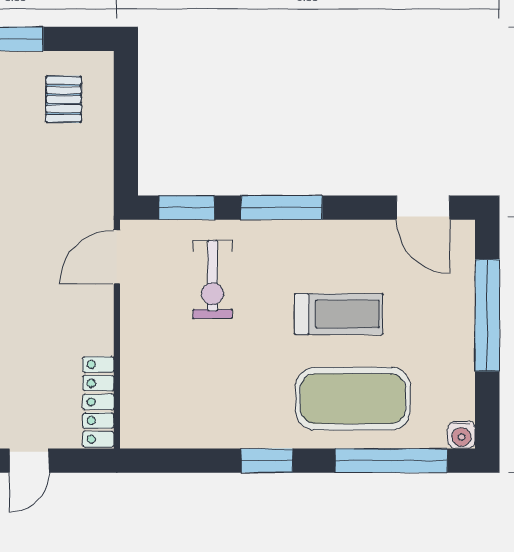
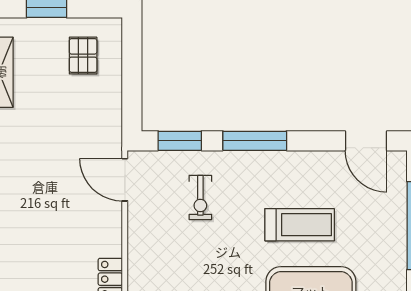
door: (117, 257) -> (125, 180), hinge flipped
exercise bike: (213, 280) -> (200, 198), width x0.73, depth x0.72

